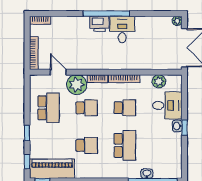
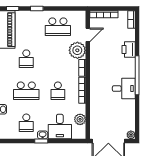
printer: (99, 24) -> (129, 50), moved
school desk: (87, 108) -> (26, 123), moved

